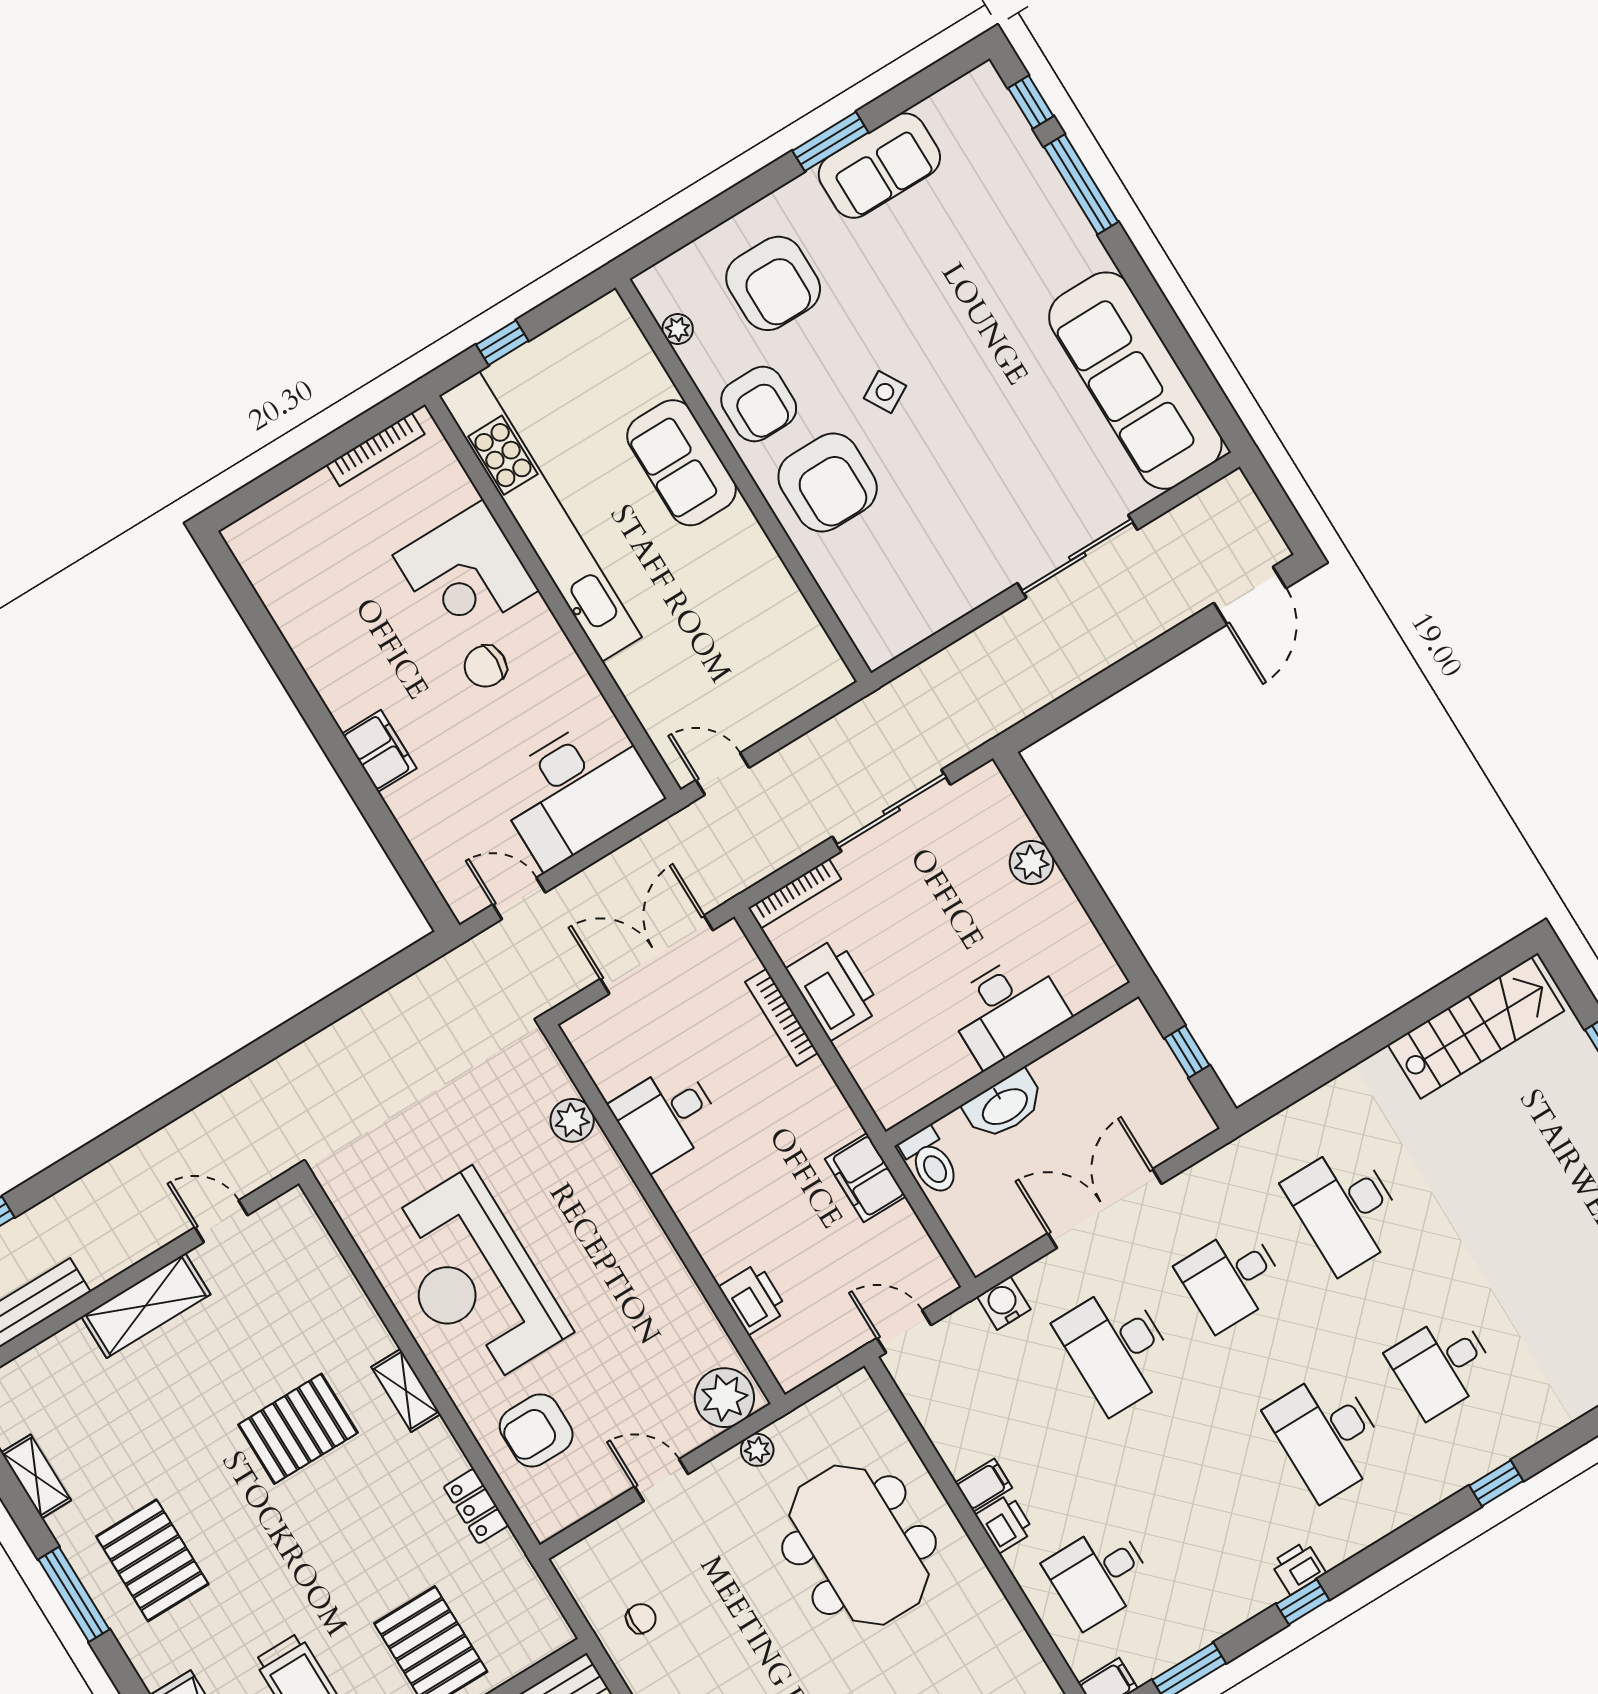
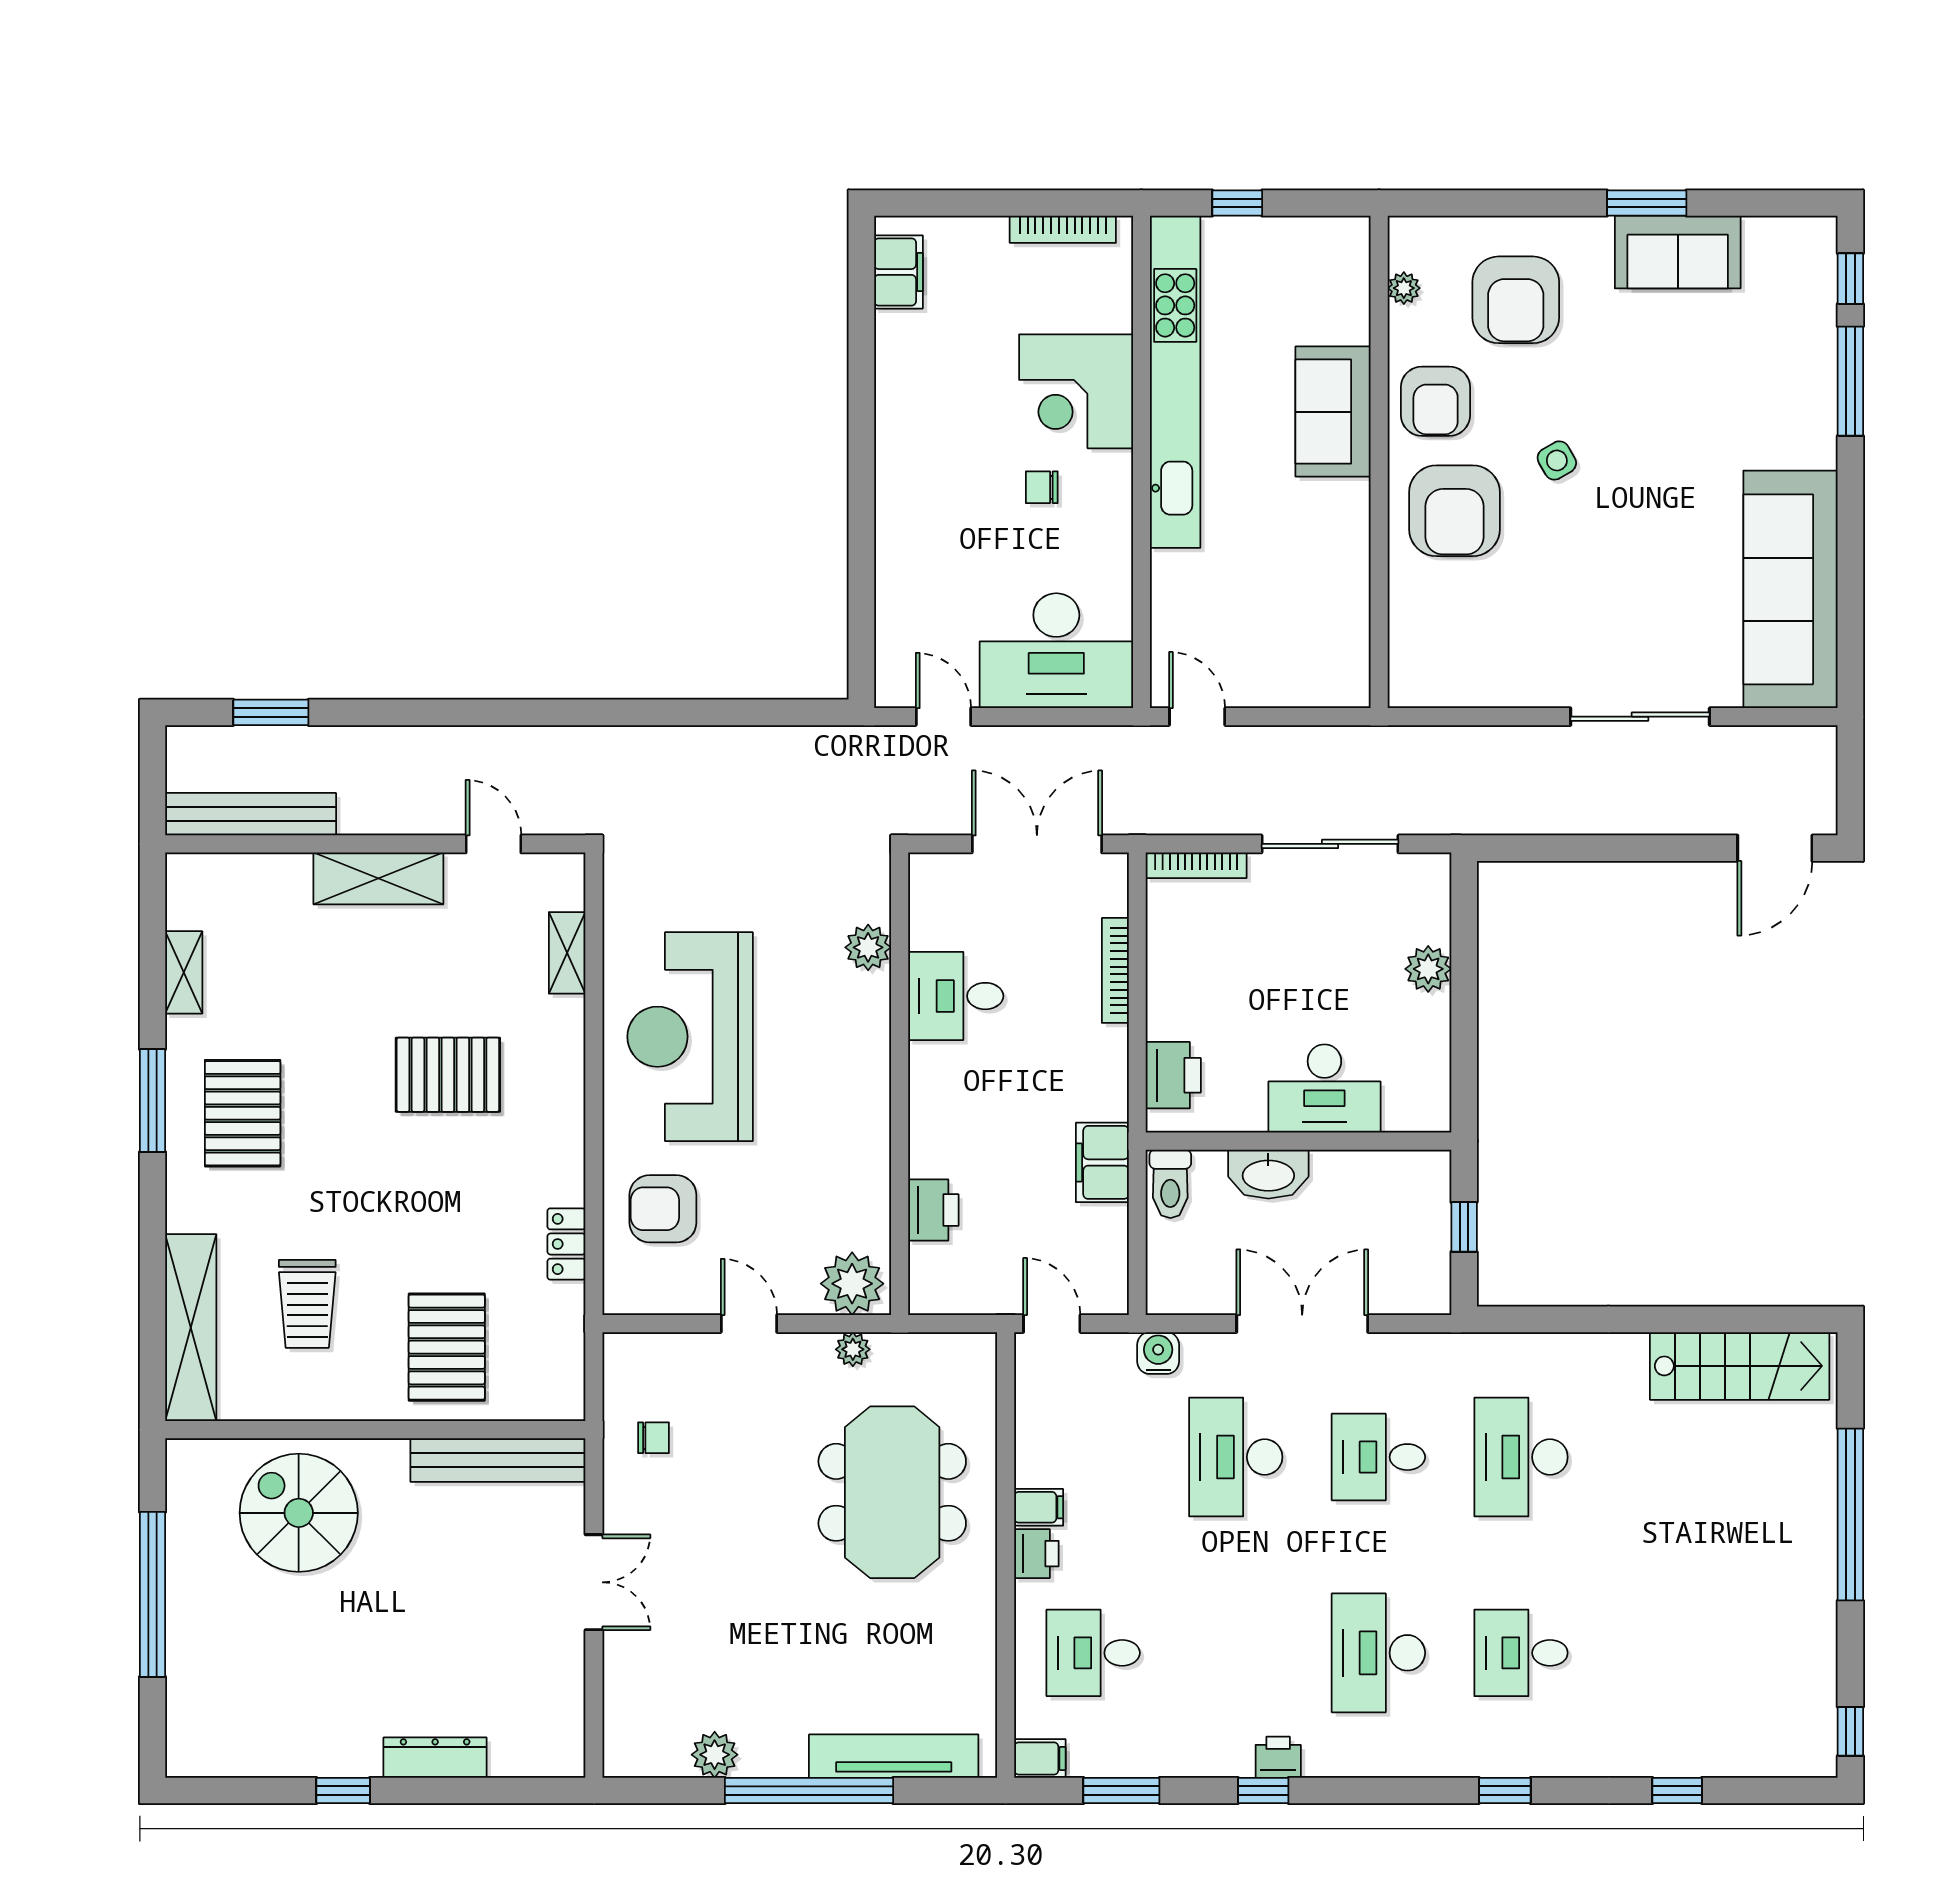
chair: (485, 666) -> (1042, 487), width x0.73, depth x0.73
filing cabinet: (379, 751) -> (898, 272), moved
printer: (834, 989) -> (1173, 1075), moved, width x0.73, depth x0.84
shelving: (406, 1390) -> (567, 953), moved

